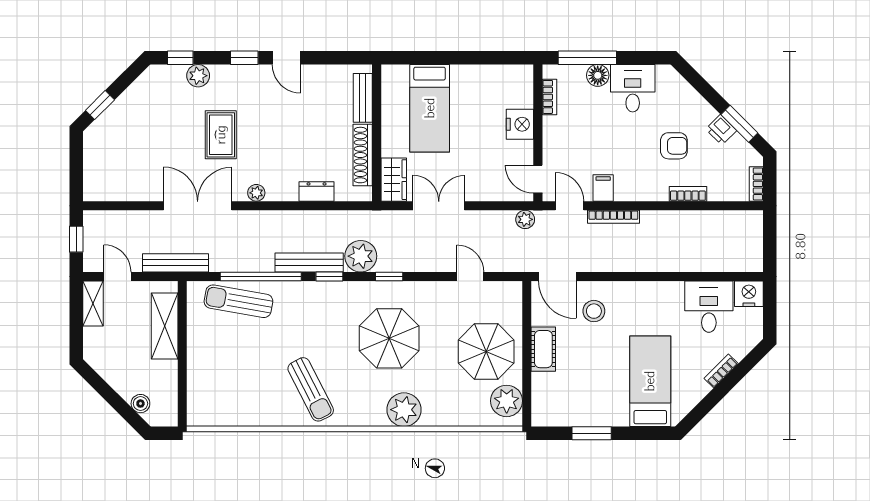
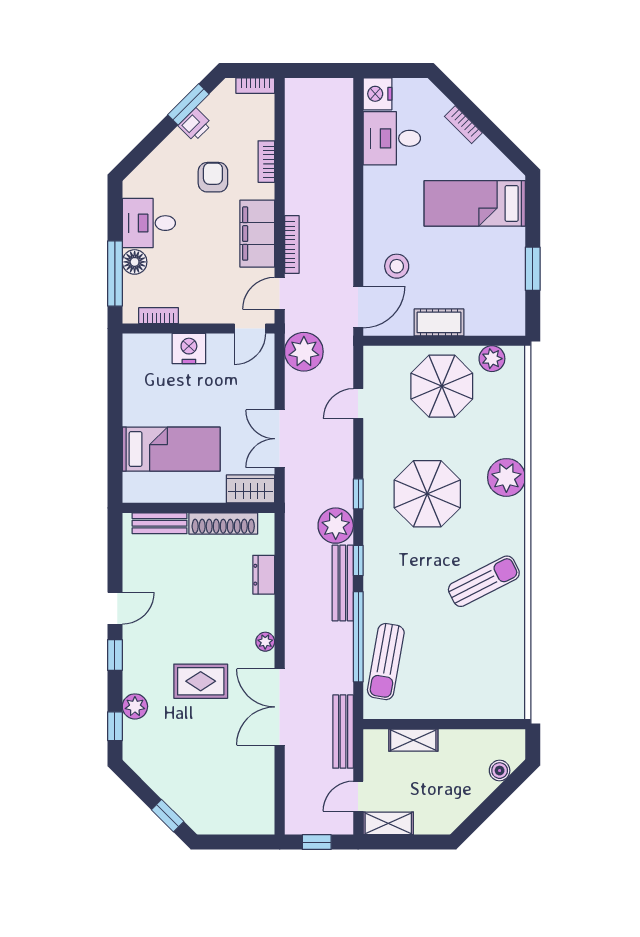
filing cabinet: (603, 188) -> (257, 234), width x3.00, depth x1.17
plant: (525, 219) -> (304, 352), width x1.88, depth x1.88
shelving: (165, 326) -> (413, 740), width x0.67, depth x0.75
plant: (507, 401) -> (492, 359), width x0.73, depth x0.73

